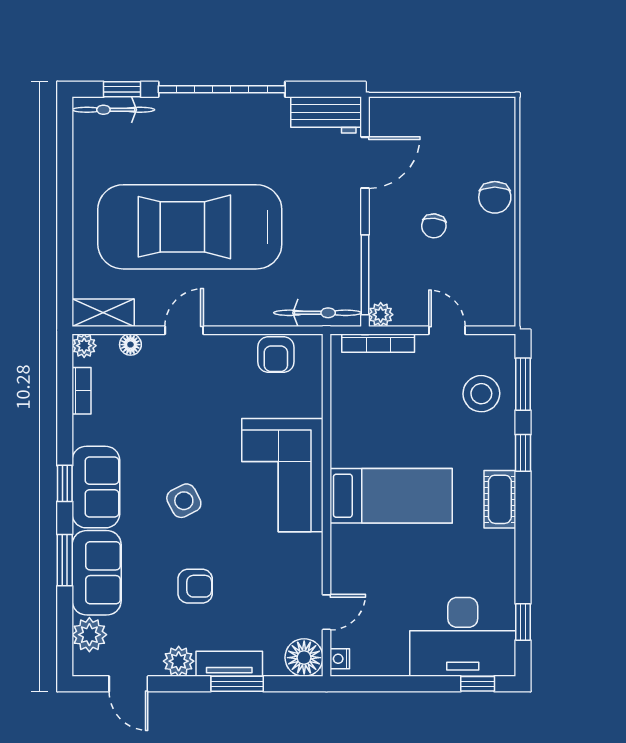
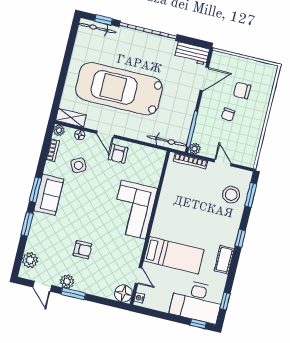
chair: (495, 197) -> (242, 91), moved, turned 90
door: (184, 330) -> (105, 134), swing flipped
armchair: (276, 355) -> (118, 154), moved
window: (523, 453) -> (240, 238), moved
window: (65, 483) -> (35, 190), width x1.50
bed: (391, 496) -> (174, 255), moved
cot: (500, 499) -> (224, 260), moved
side table: (184, 501) -> (78, 165), moved
sofa: (97, 573) -> (40, 233), removed
door: (326, 612) -> (138, 276), hinge flipped
tv unit: (229, 664) -> (89, 288), removed
window: (237, 684) -> (73, 294), moved

